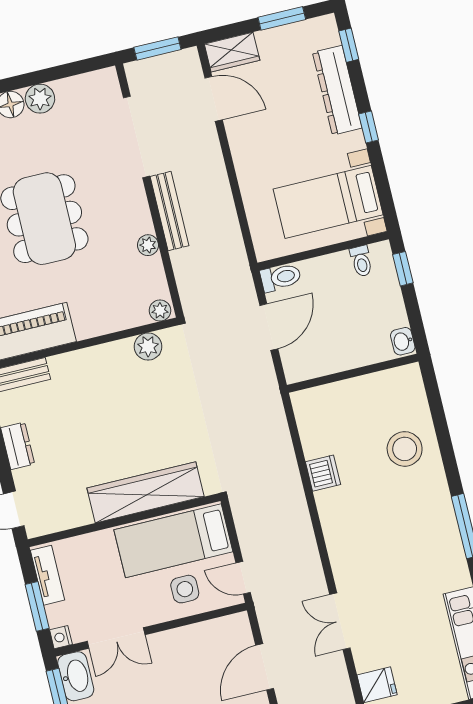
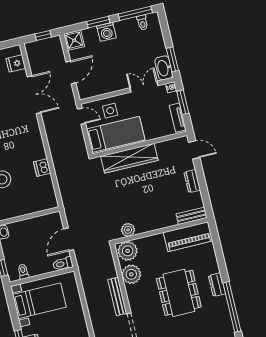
plant: (148, 245) -> (131, 274), width x1.88, depth x1.88
plant: (160, 311) -> (128, 251), width x1.88, depth x1.88
double door: (340, 621) -> (34, 95), width x1.37

